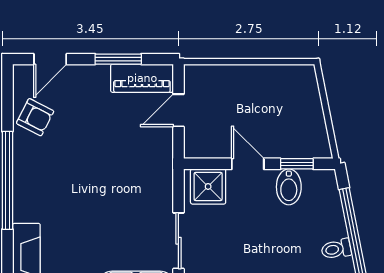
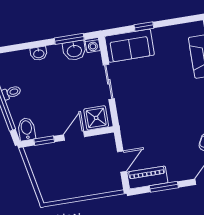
door: (248, 164) -> (74, 136), swing flipped
bidet: (289, 187) -> (27, 129), moved

